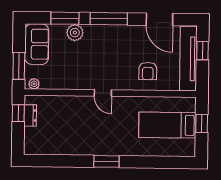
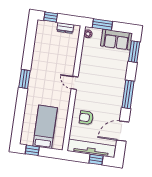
window: (65, 18) -> (134, 52), moved
plant: (75, 33) -> (121, 68), removed
door: (103, 93) -> (75, 83), hinge flipped
window: (18, 113) -> (51, 17), moved
window: (202, 123) -> (32, 150), moved

